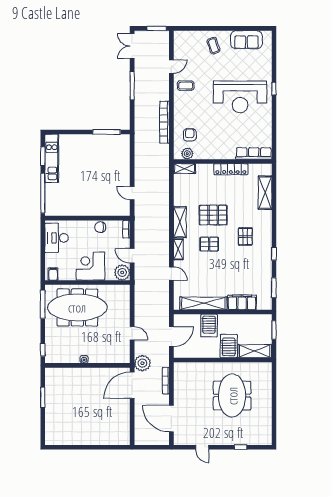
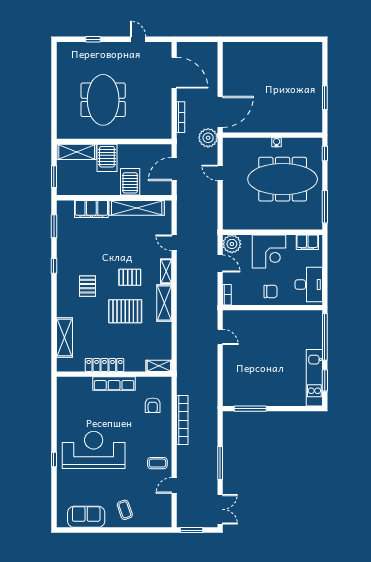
row of seats: (254, 153) -> (114, 383), moved
plant: (187, 154) -> (156, 383), removed
chair: (100, 227) -> (270, 291), moved
filing cabinet: (53, 274) -> (307, 242), width x2.00
meeting table: (77, 307) -> (283, 179), moved

